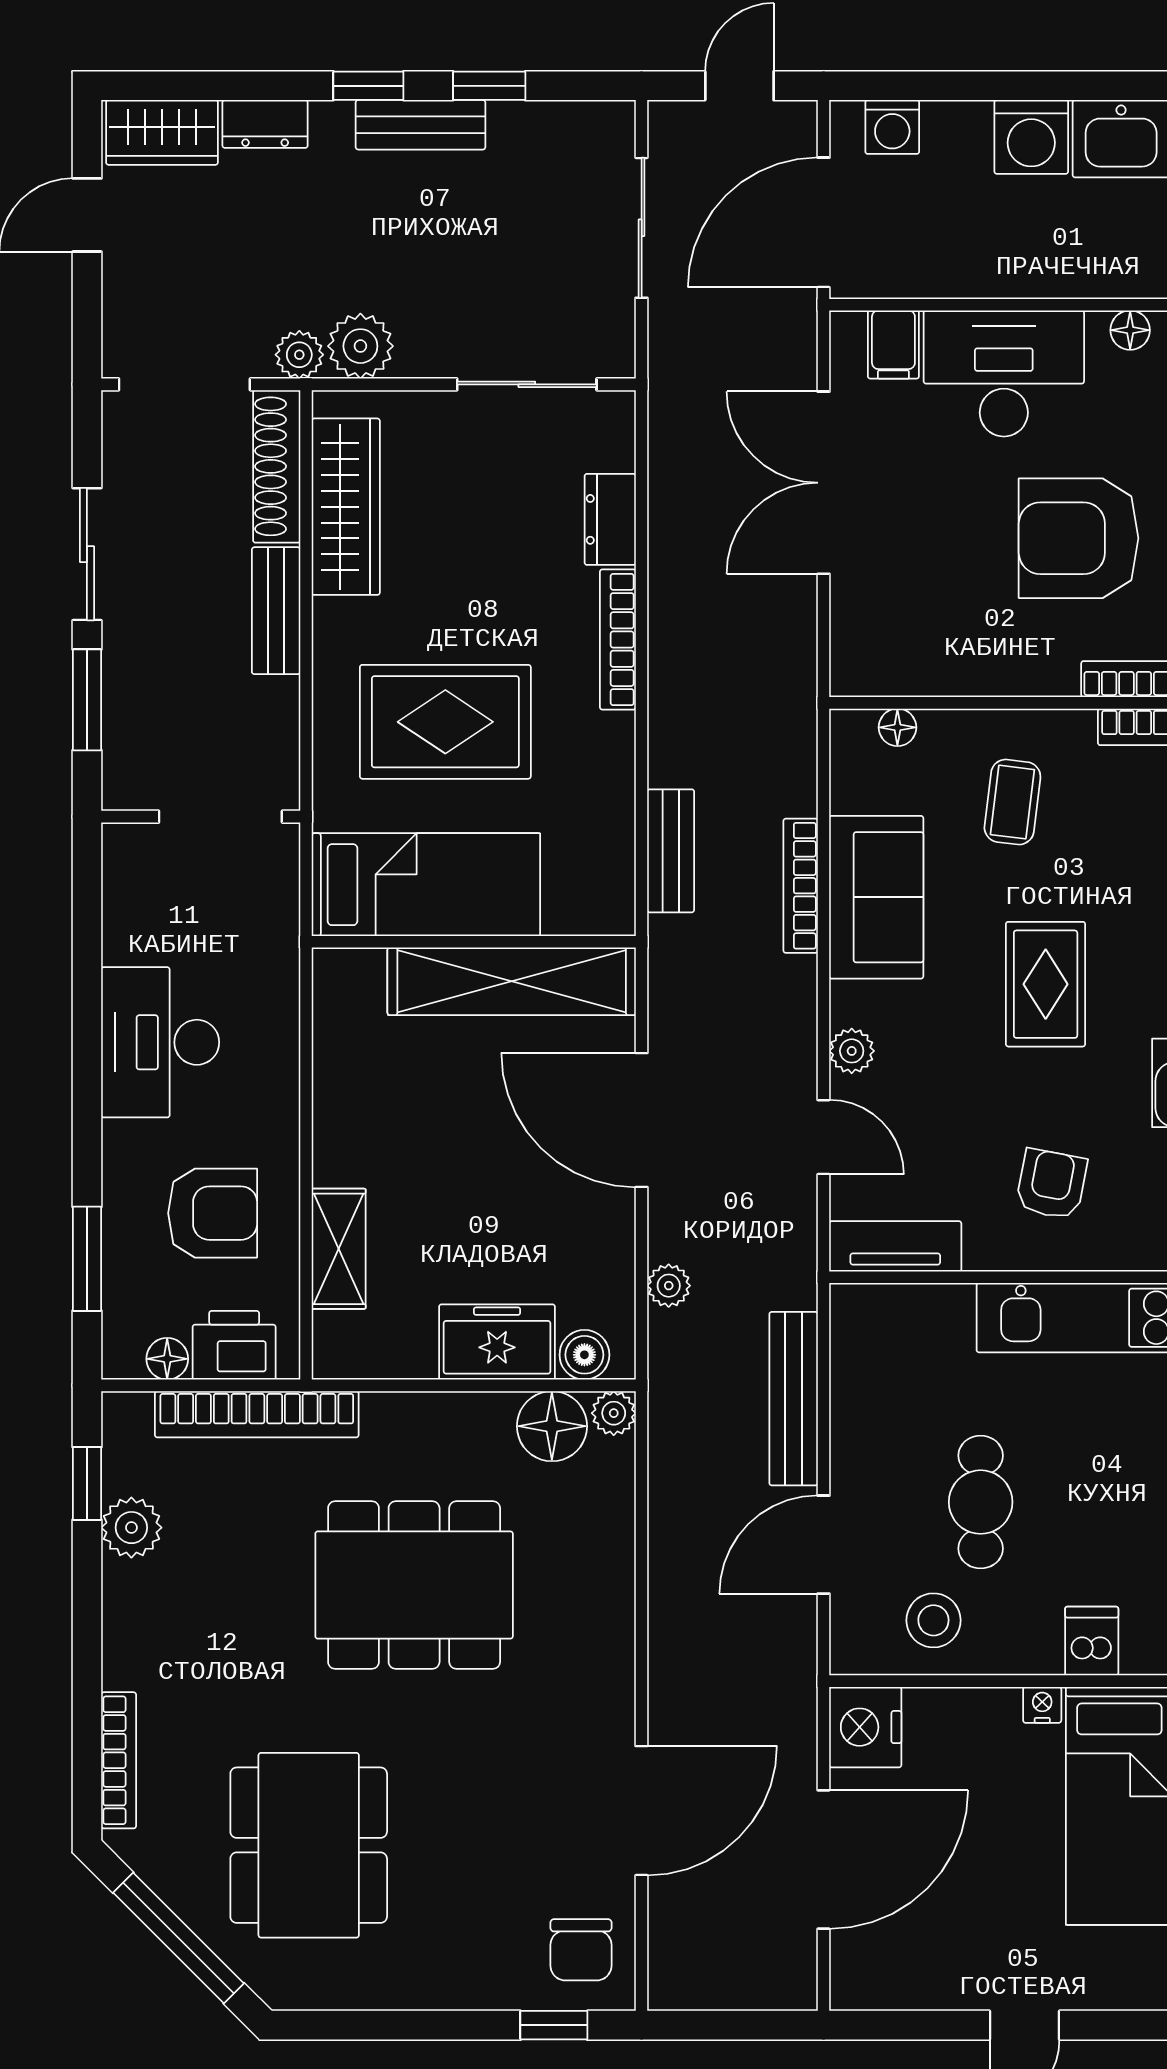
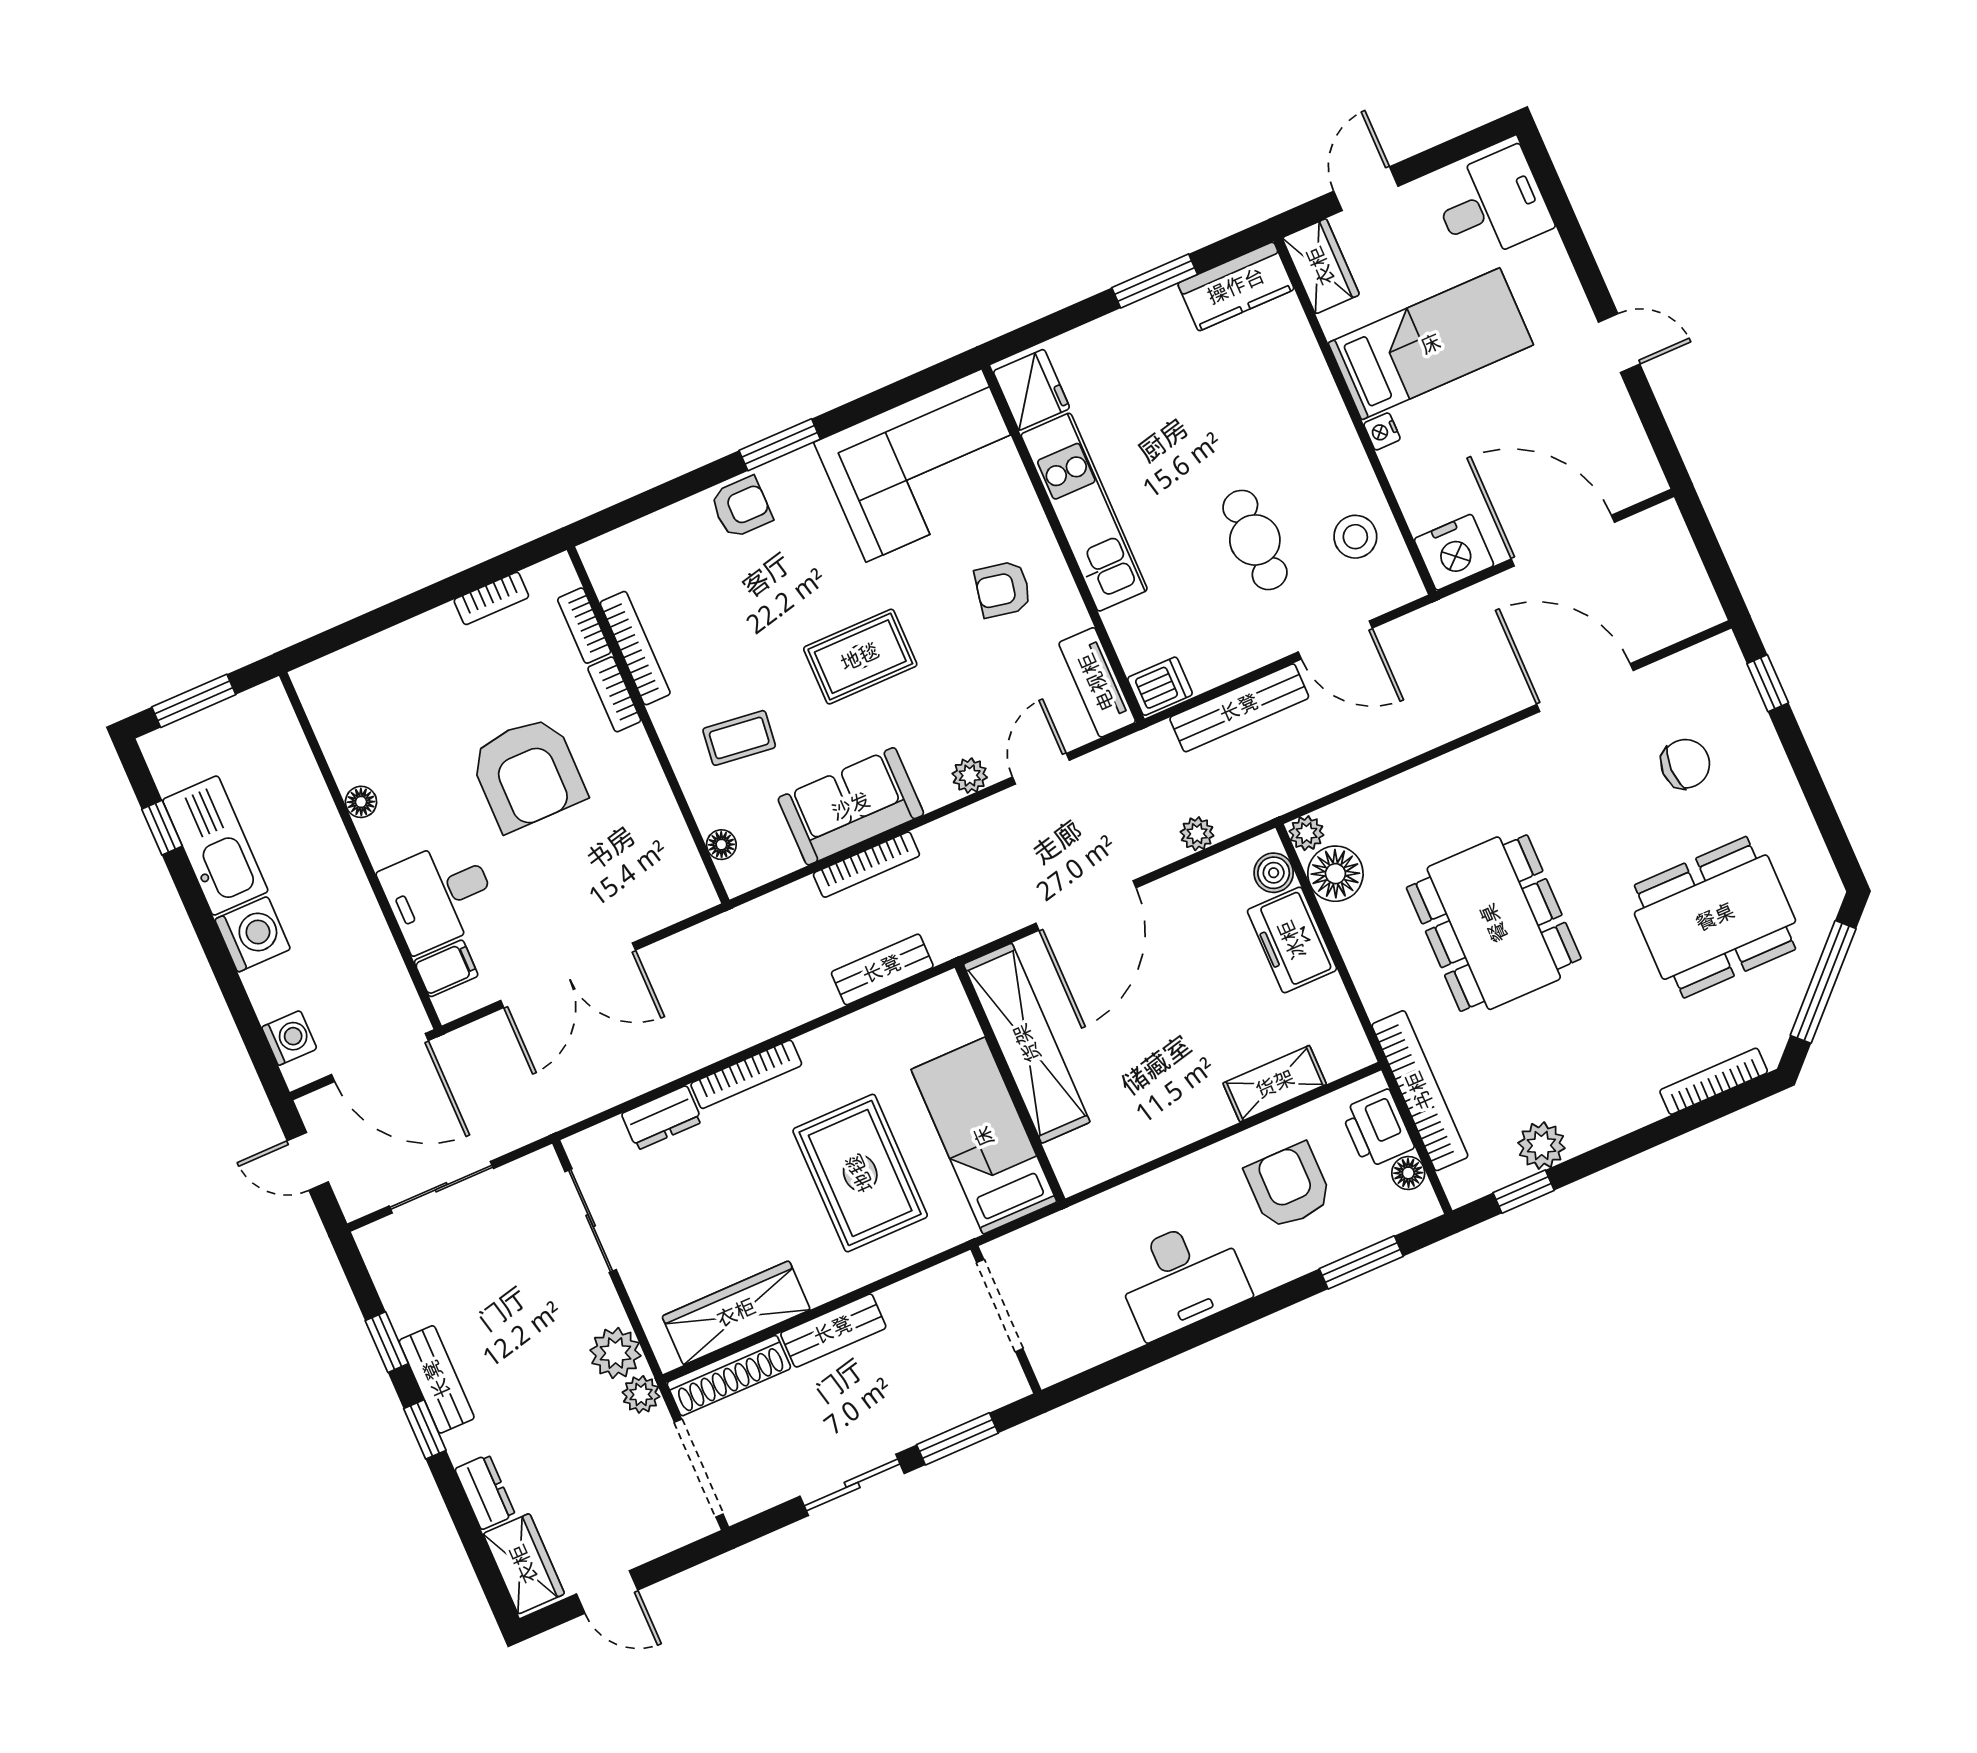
desk: (1004, 373) -> (439, 895), width x0.73
cafe table: (981, 1502) -> (1255, 540), turned 90
dishwasher: (1092, 1641) -> (1160, 686), moved, turned 180
chair: (581, 1950) -> (1685, 764), moved

